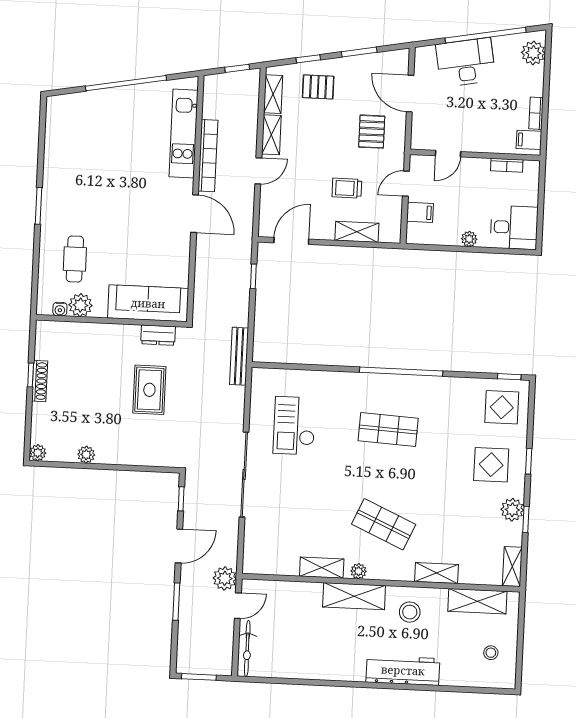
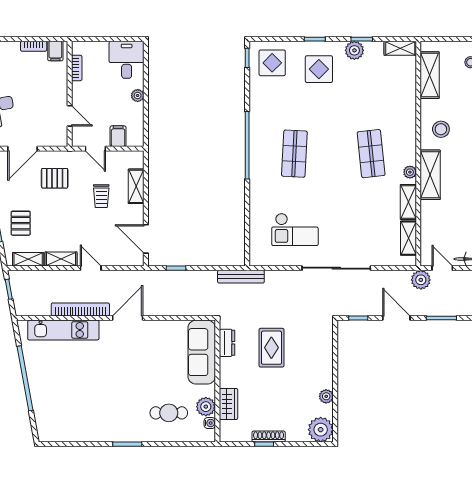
wardrobe: (82, 333) -> (228, 404), added
rug: (149, 390) -> (271, 348), turned 90
plant: (38, 453) -> (321, 430), width x1.88, depth x1.88
shop shelf: (384, 524) -> (371, 154), turned -30
shelving: (437, 573) -> (408, 238), moved

